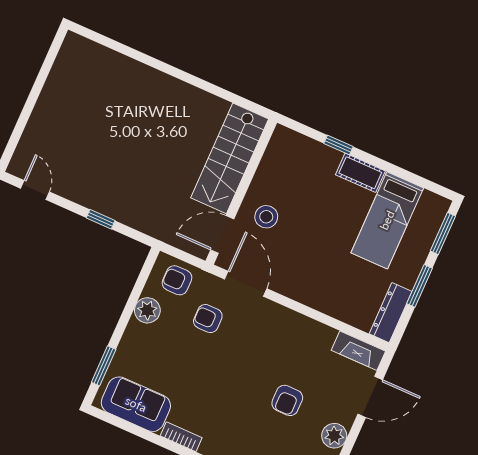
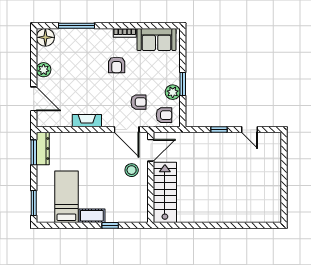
door: (35, 190) -> (249, 130), moved
window: (420, 286) -> (34, 152), moved
fireplace: (358, 351) -> (87, 121), moved
window: (104, 366) -> (183, 84), moved
door: (370, 397) -> (34, 99), swing flipped
armchair: (287, 400) -> (117, 65), moved, turned 180

